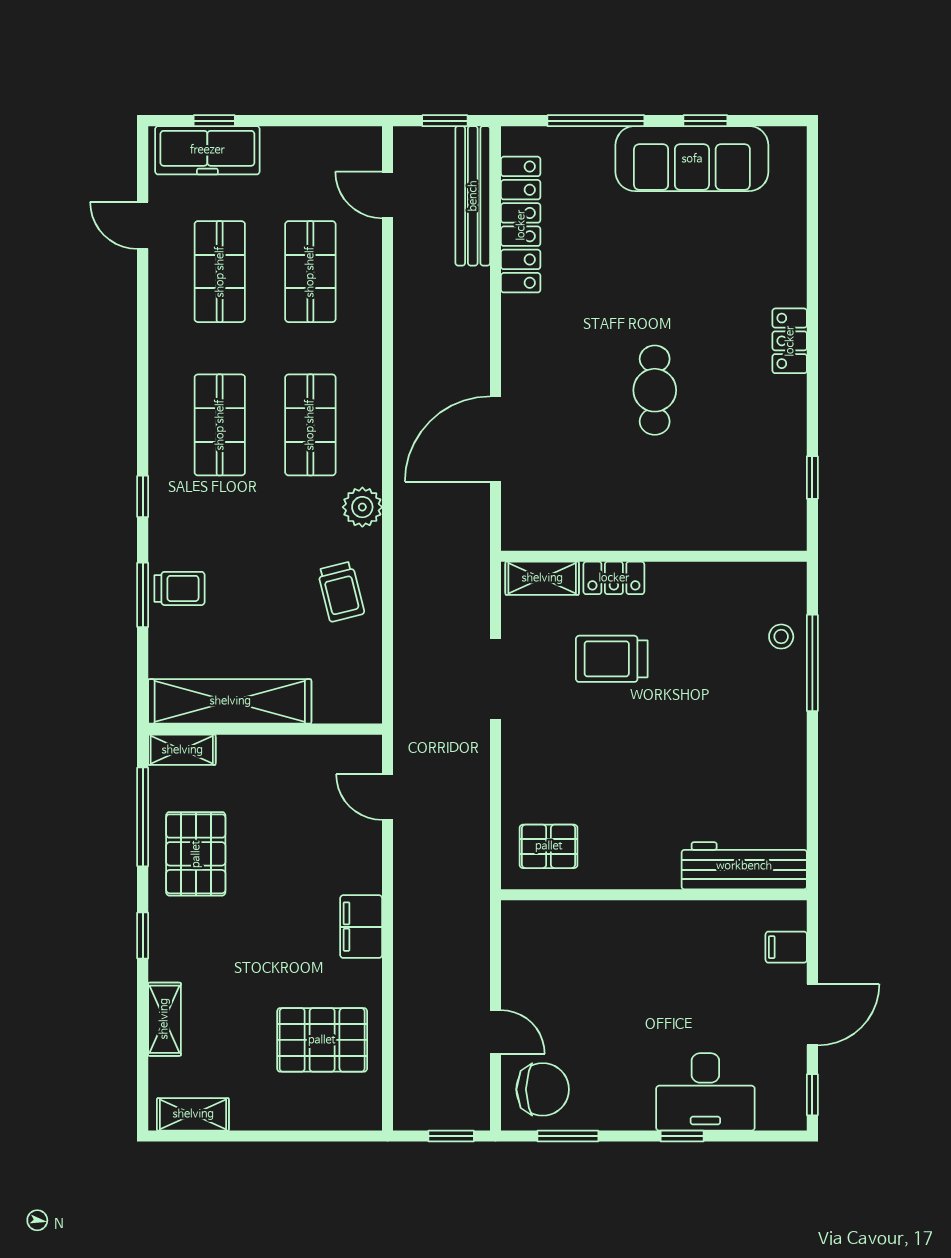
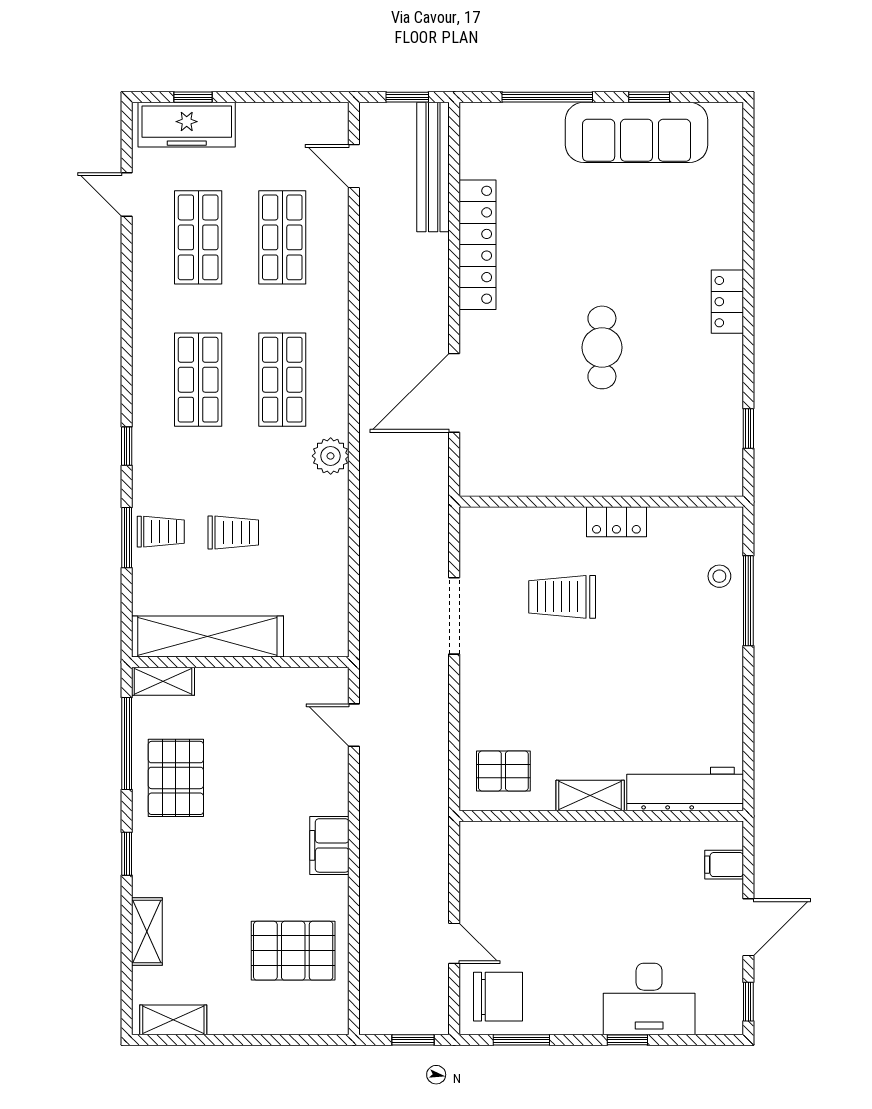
locker: (521, 225) -> (478, 245), moved
shelving: (542, 578) -> (590, 796), moved
locker: (614, 578) -> (616, 522), moved
trolley: (341, 592) -> (233, 533), moved, turned -76

